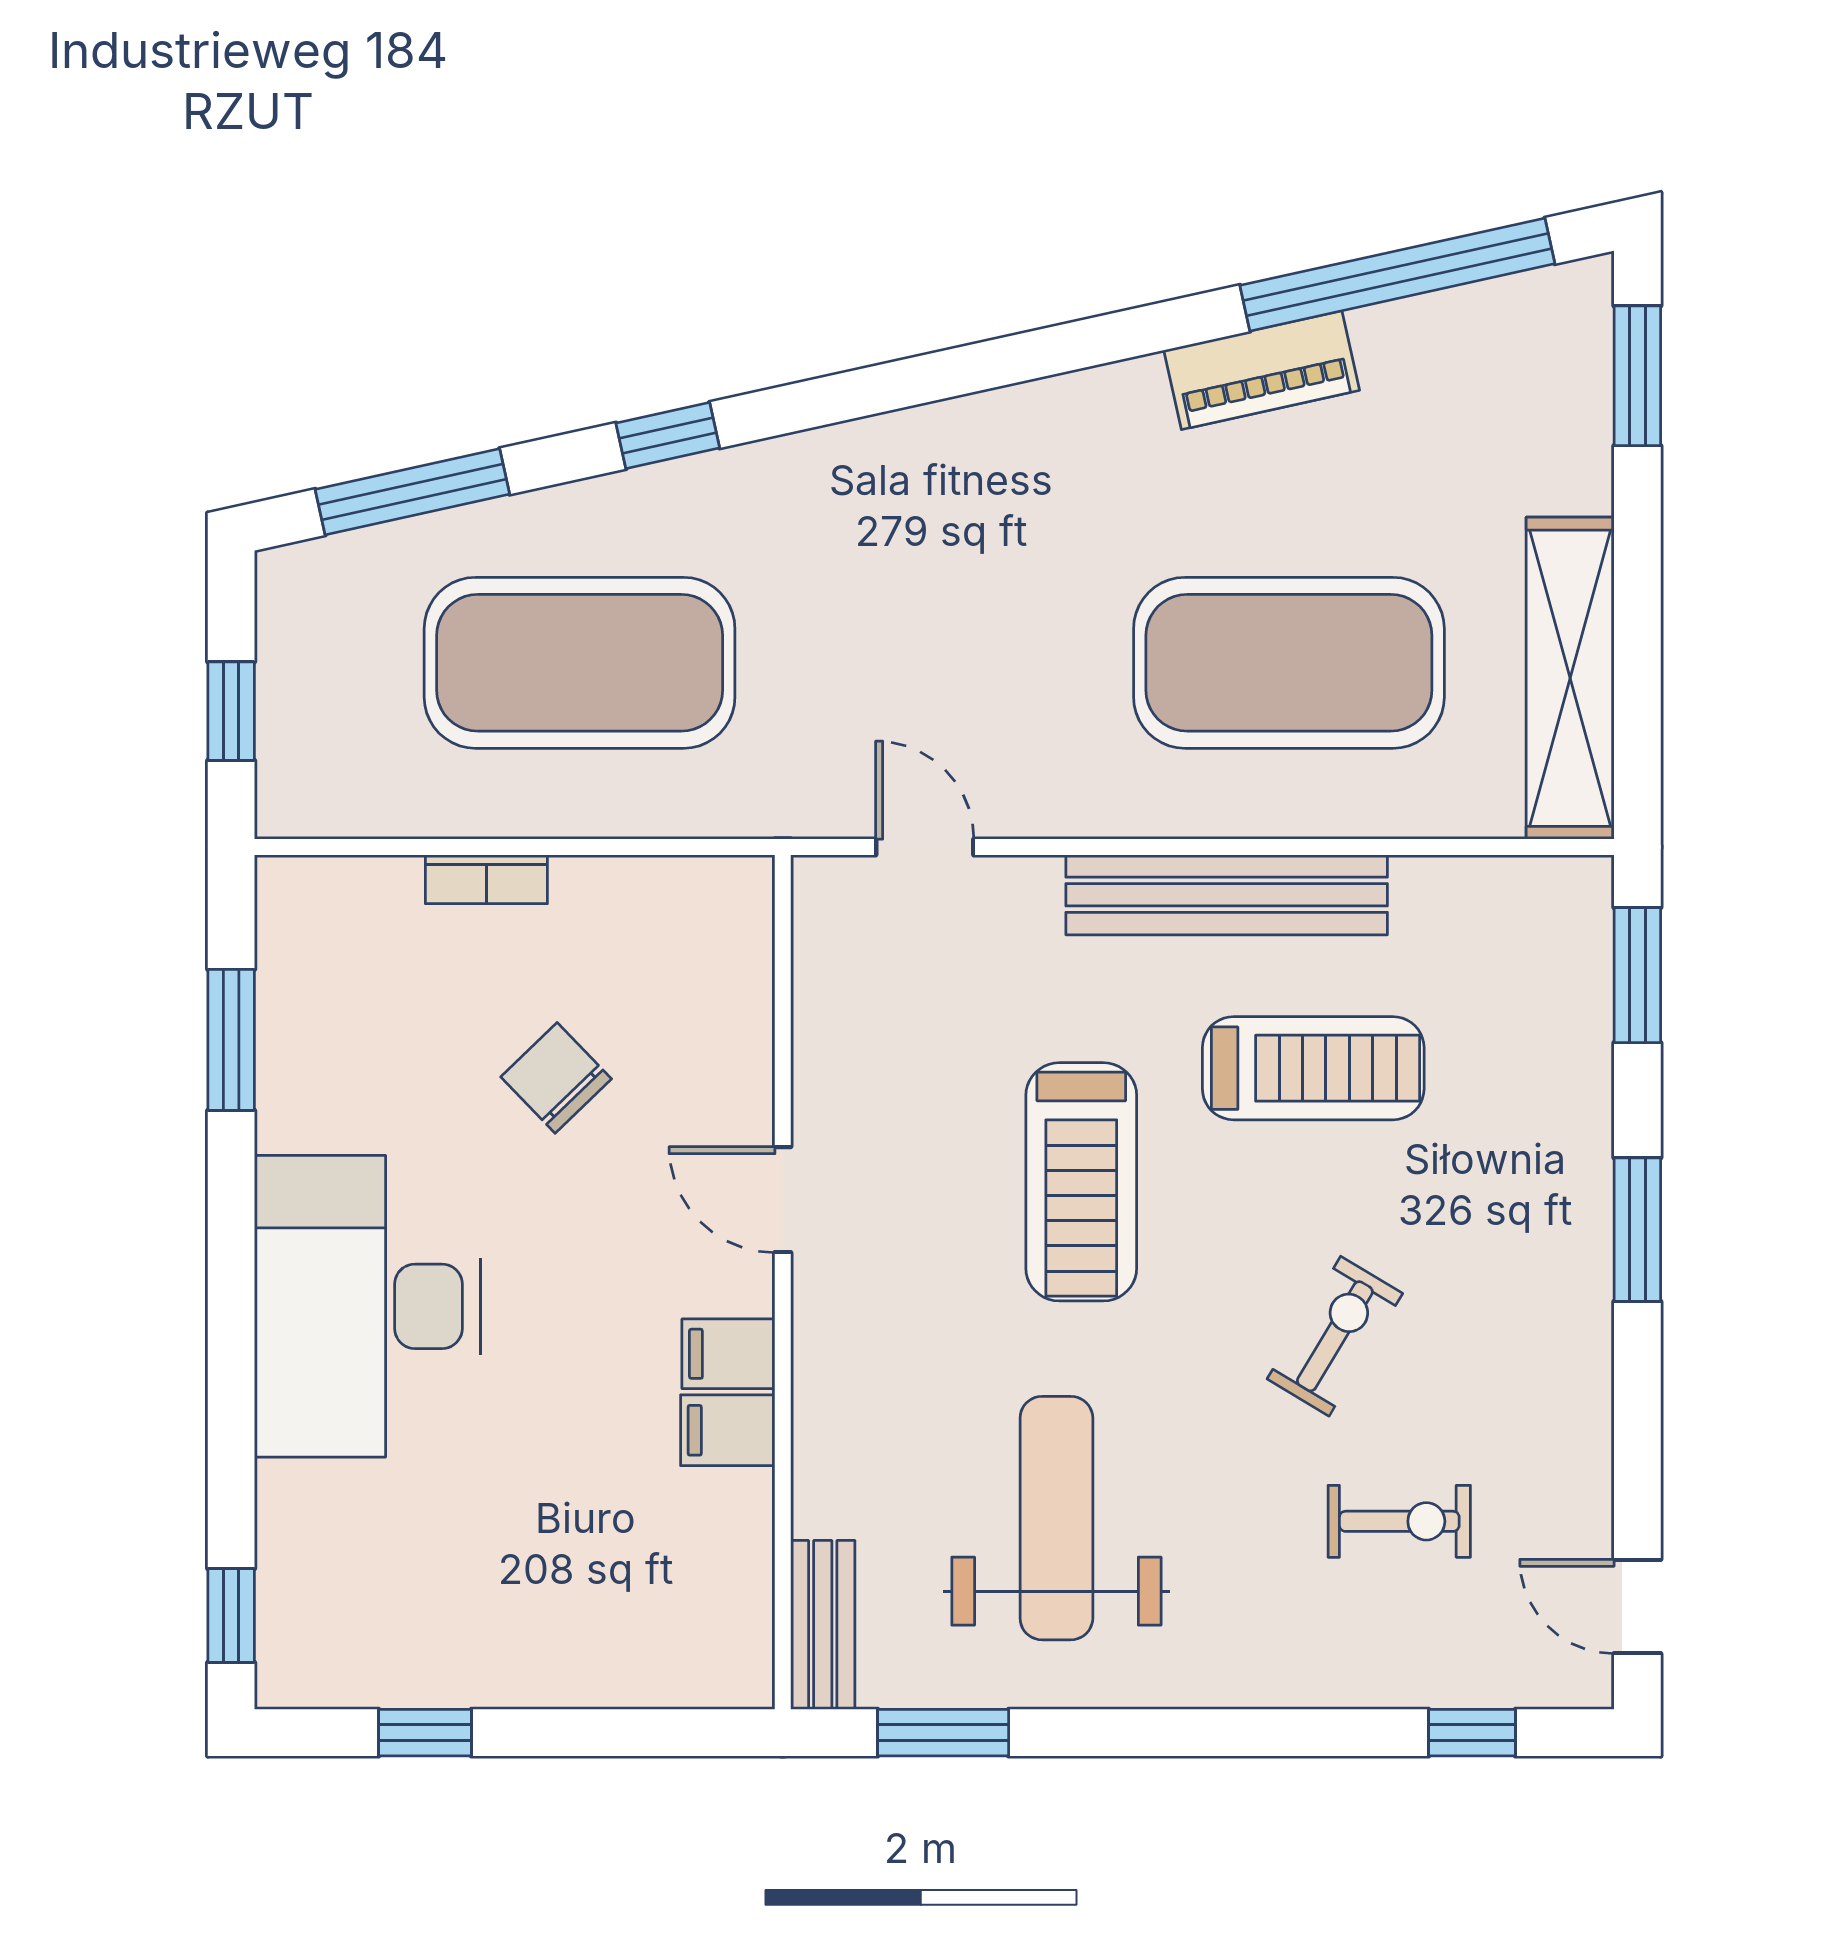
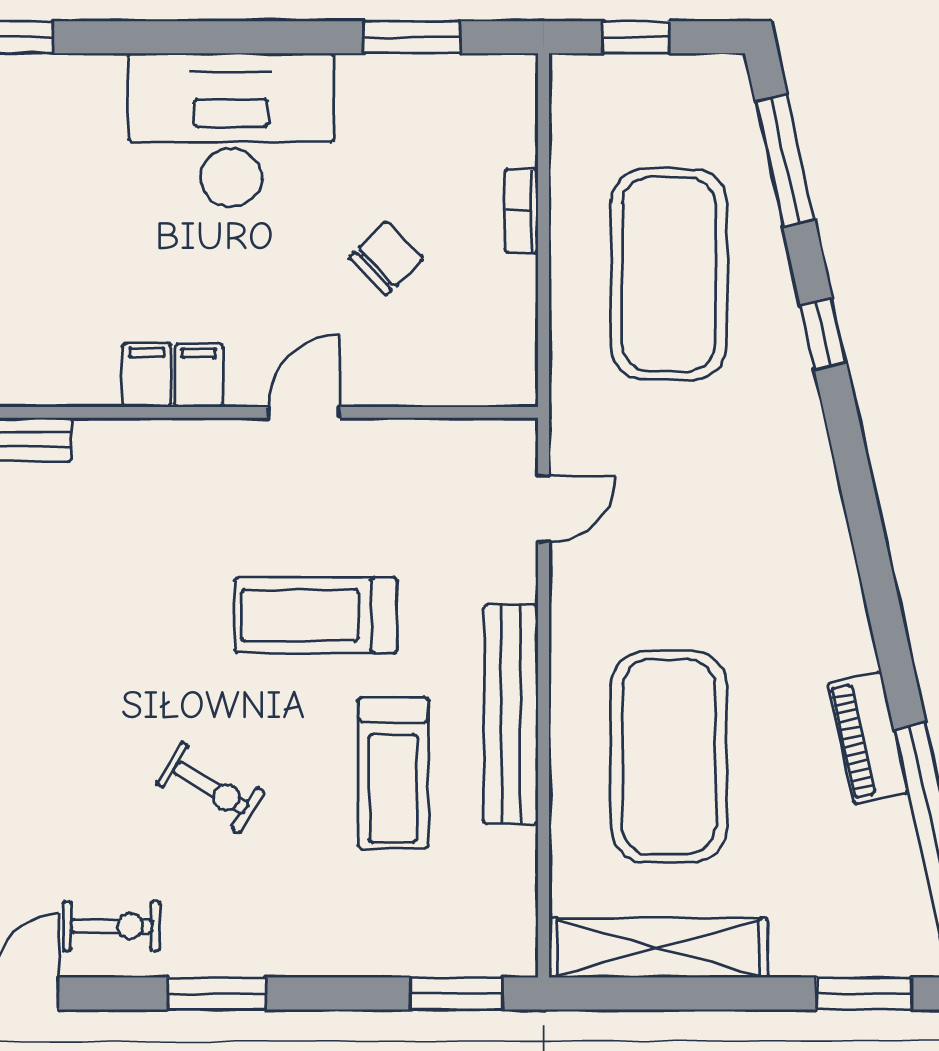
window: (1637, 1230) -> (217, 994), moved
weight bench: (1056, 1518) -> (87, 598), removed
exercise bike: (1399, 1521) -> (112, 926), moved, turned -90

